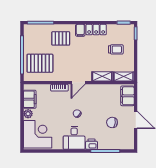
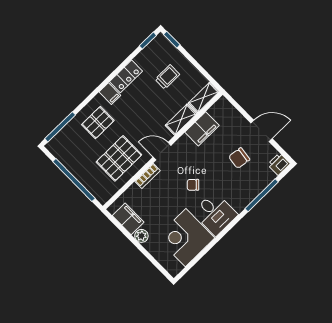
pallet: (40, 63) -> (119, 158), moved
door: (78, 83) -> (162, 151), swing flipped
filing cabinet: (127, 96) -> (202, 129), moved, turned -90
corner desk: (38, 134) -> (186, 238), moved, turned -90
printer: (92, 144) -> (279, 164), moved

